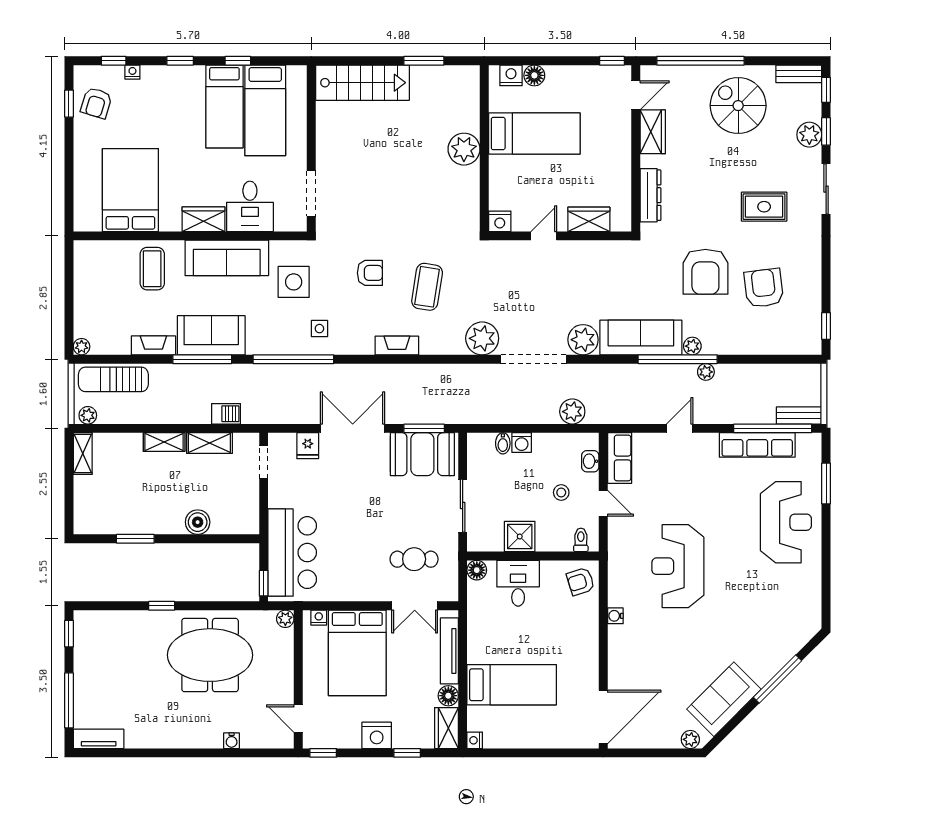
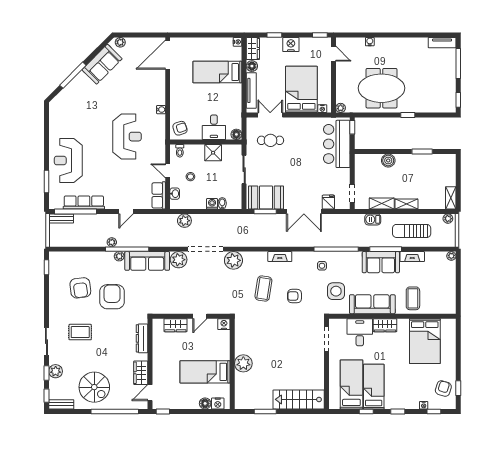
sun lounger: (113, 379) -> (412, 231), moved, turned 180

